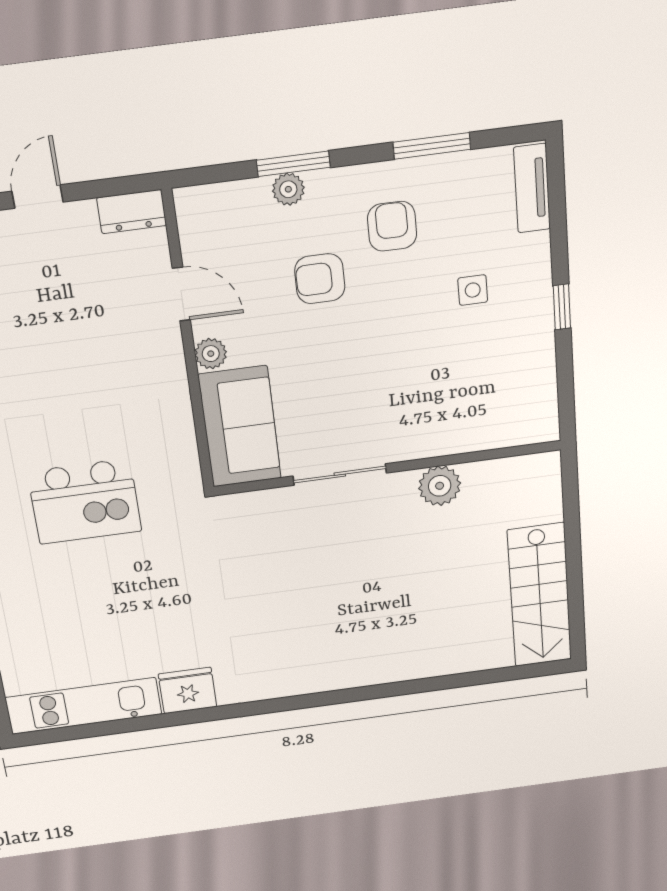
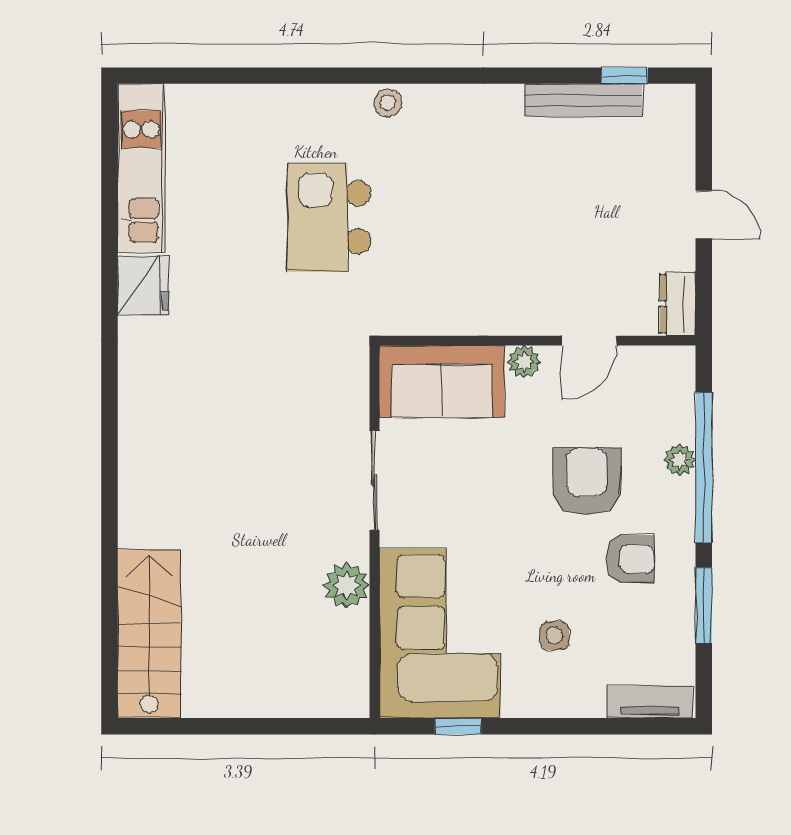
window: (293, 164) -> (704, 468), width x2.11
armchair: (320, 279) -> (587, 481), width x1.38, depth x1.38
window: (562, 307) -> (458, 726), moved
corner sofa: (478, 397) -> (440, 633), added
kitchen island: (85, 502) -> (329, 217), moved
stairs: (540, 595) -> (149, 633), moved, turned 90

